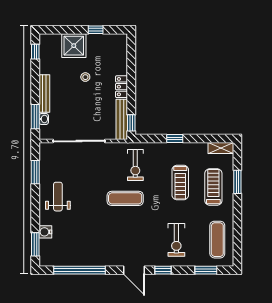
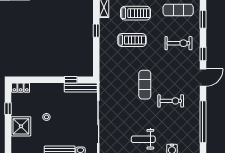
locker: (122, 87) -> (21, 88), moved
window: (131, 123) -> (71, 80), moved
window: (175, 138) -> (96, 31), moved
exercise bike: (135, 165) -> (171, 101), moved
treadmill: (213, 187) -> (136, 13), turned 180

